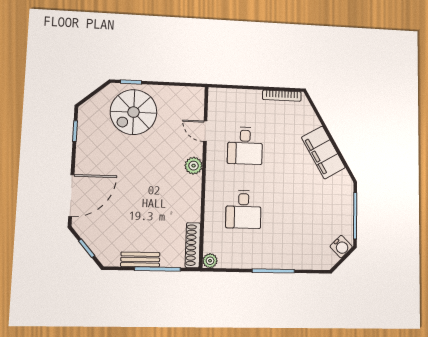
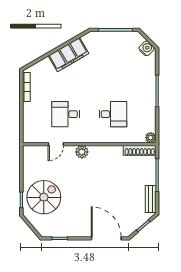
spiral stairs: (134, 112) -> (44, 197), turned -90
desk: (245, 146) -> (66, 114), turned 180
water cooler: (341, 247) -> (146, 48), moved
bench: (140, 259) -> (151, 199), moved

